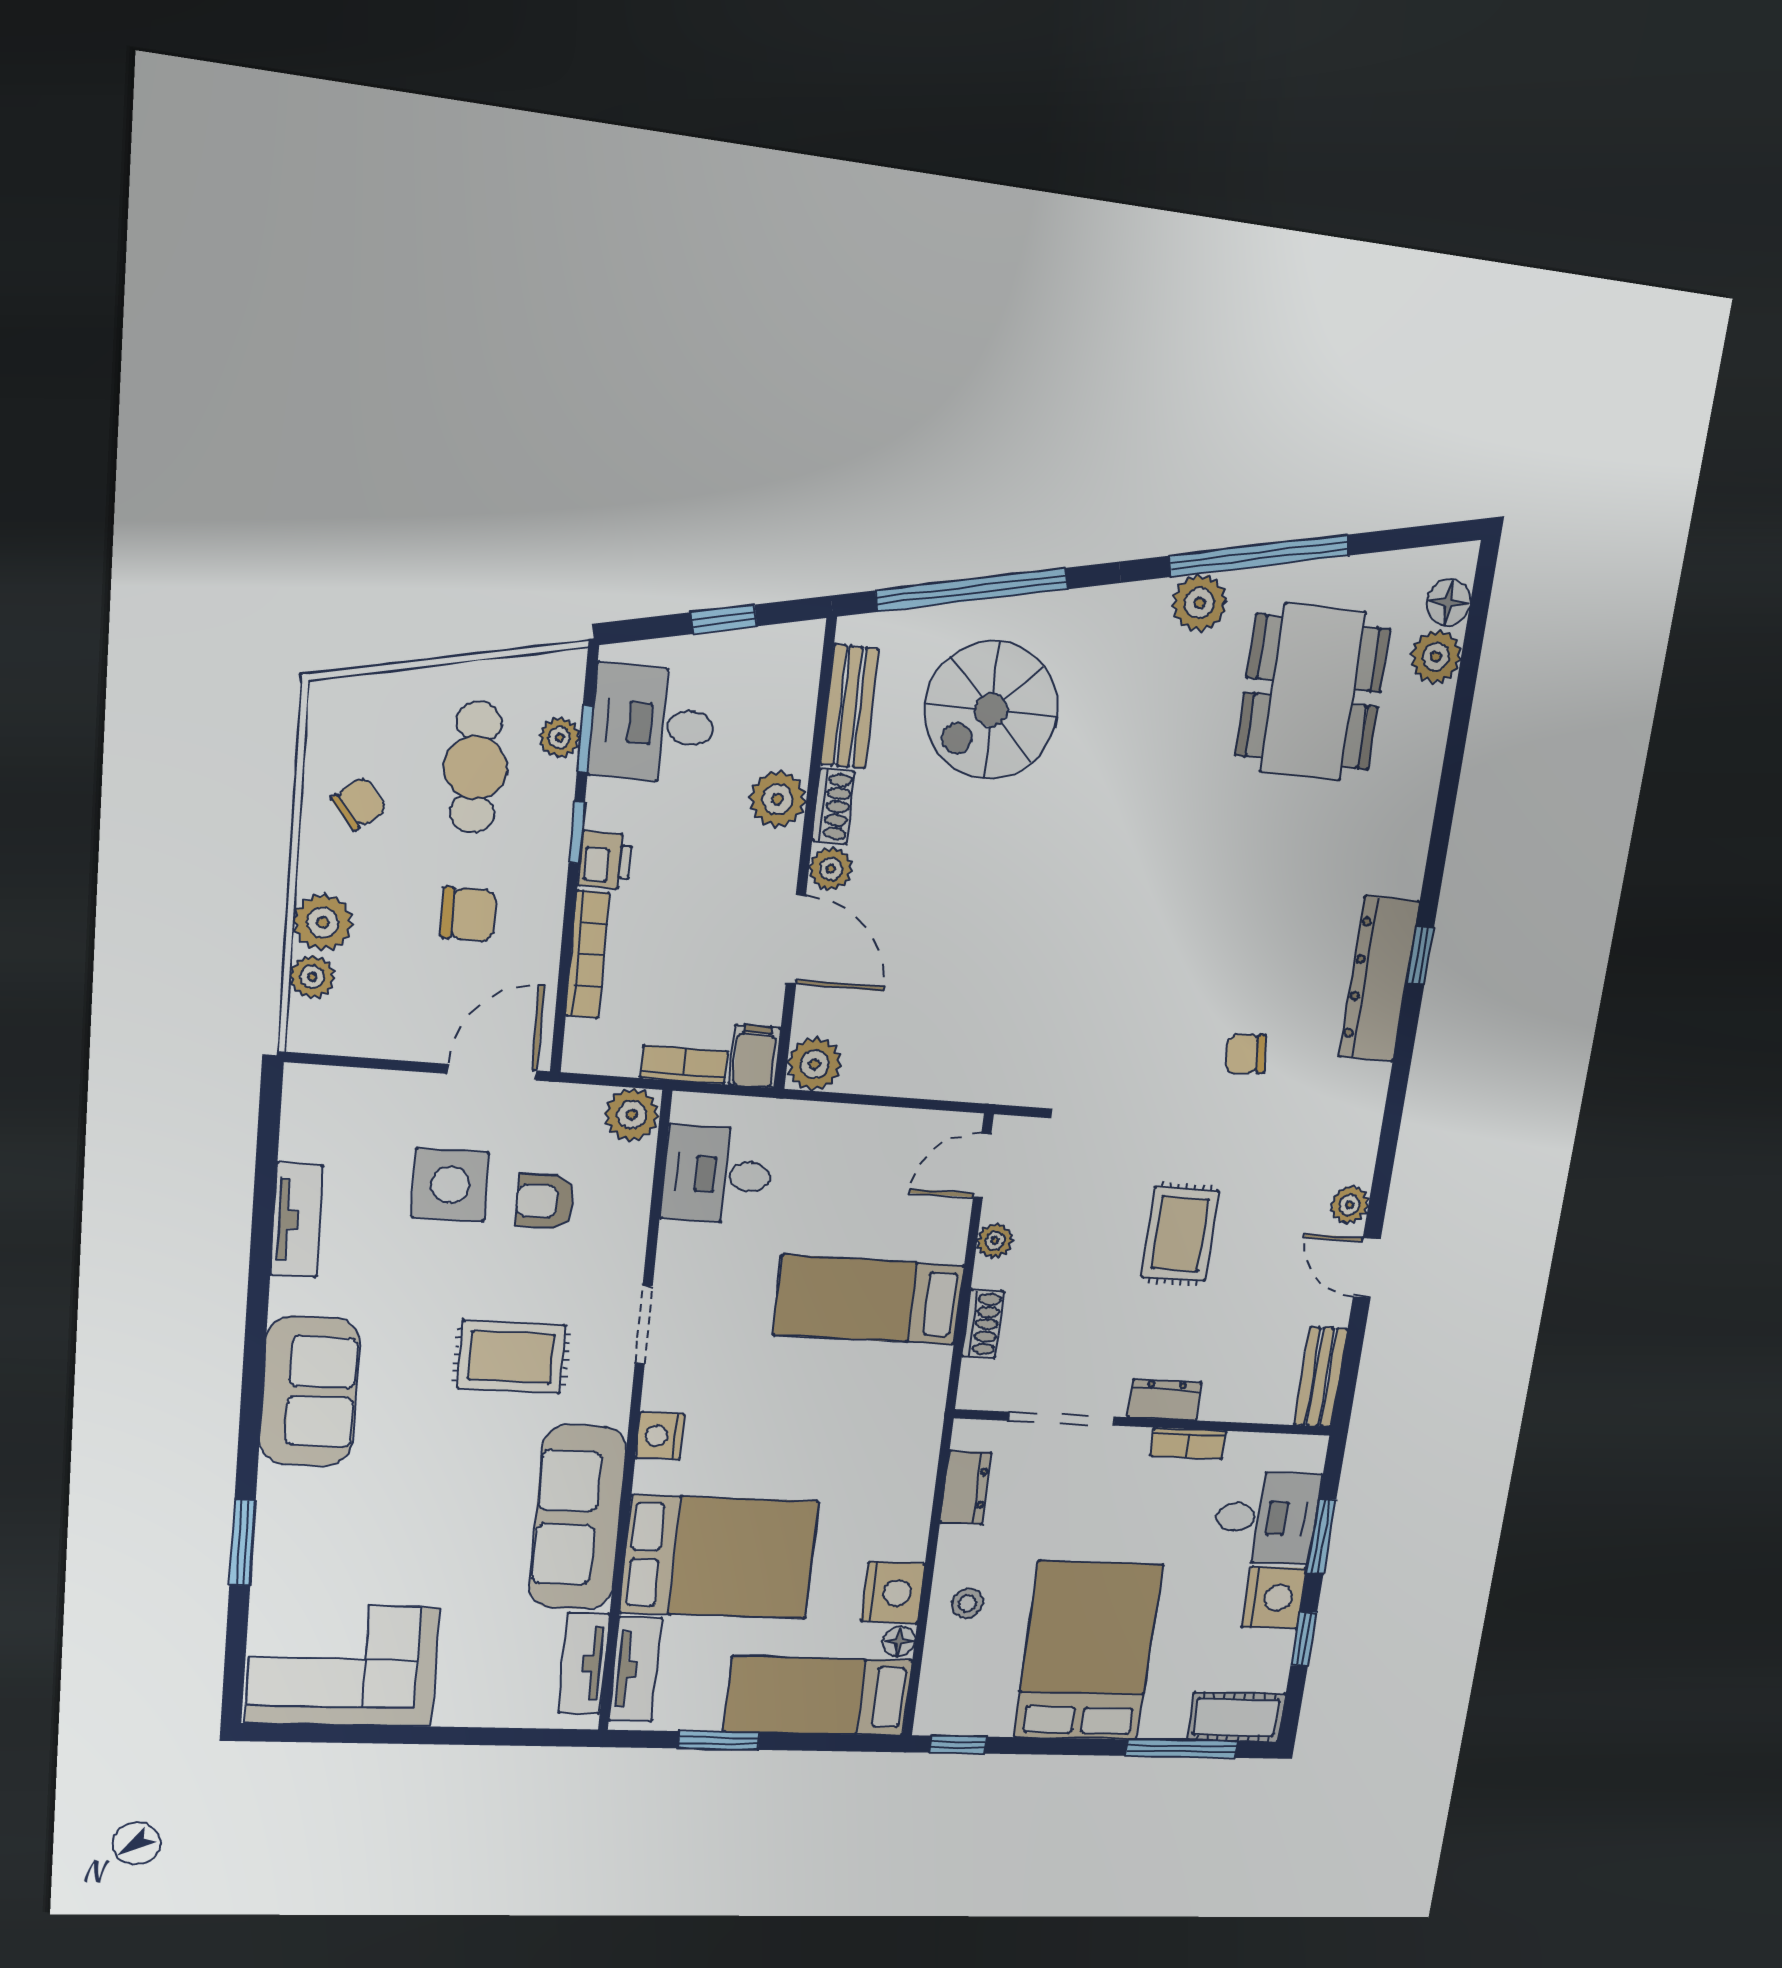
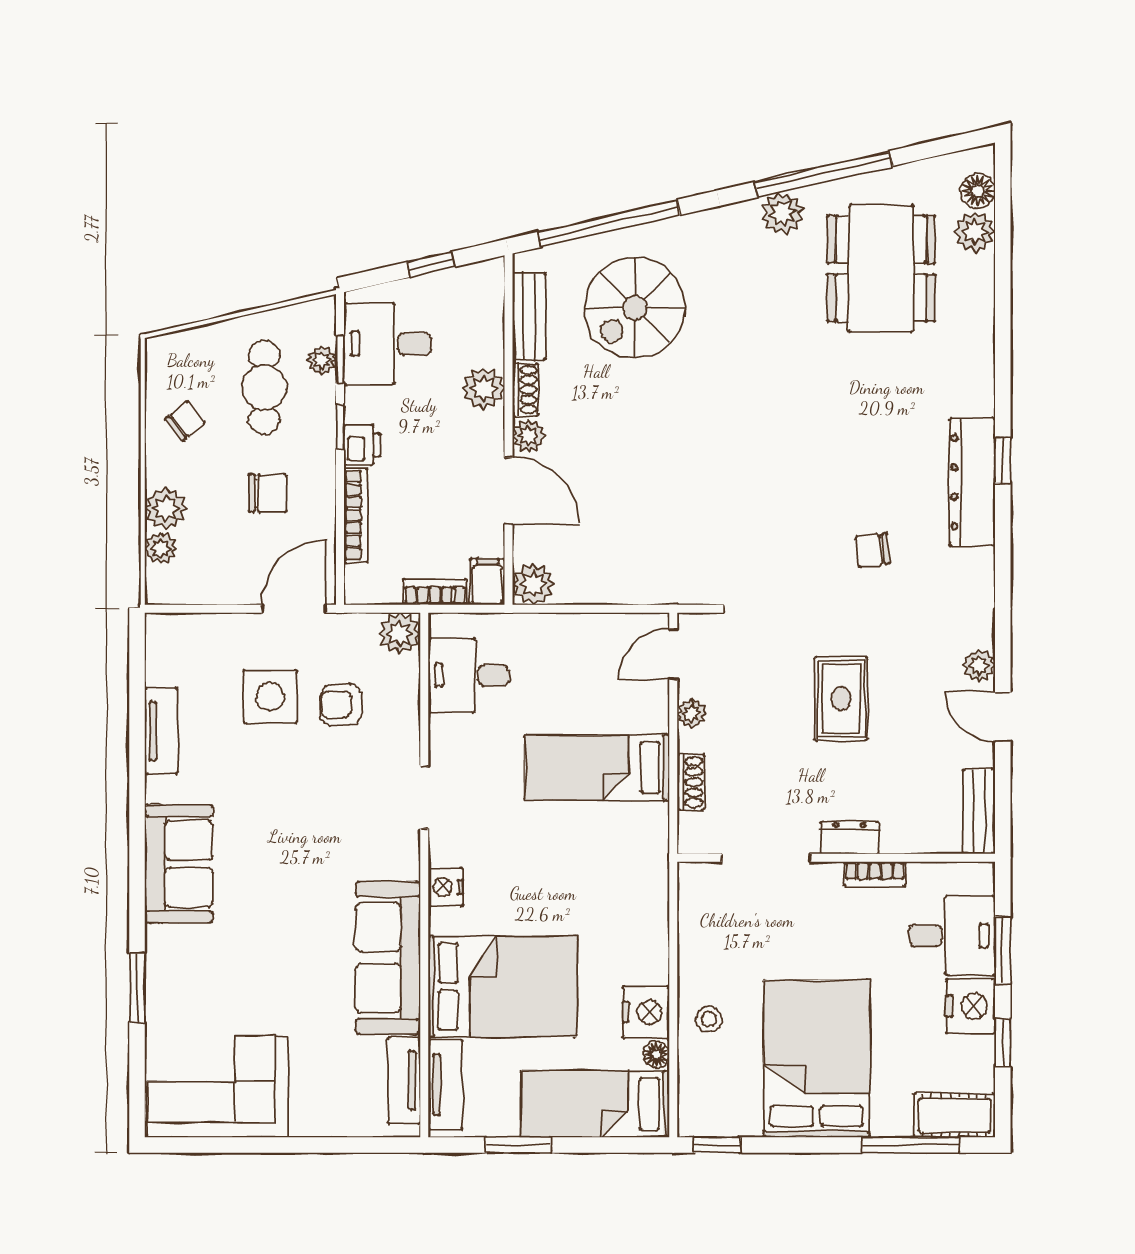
rug: (511, 1357) -> (326, 829), removed
dresser: (966, 1488) -> (695, 920), removed

